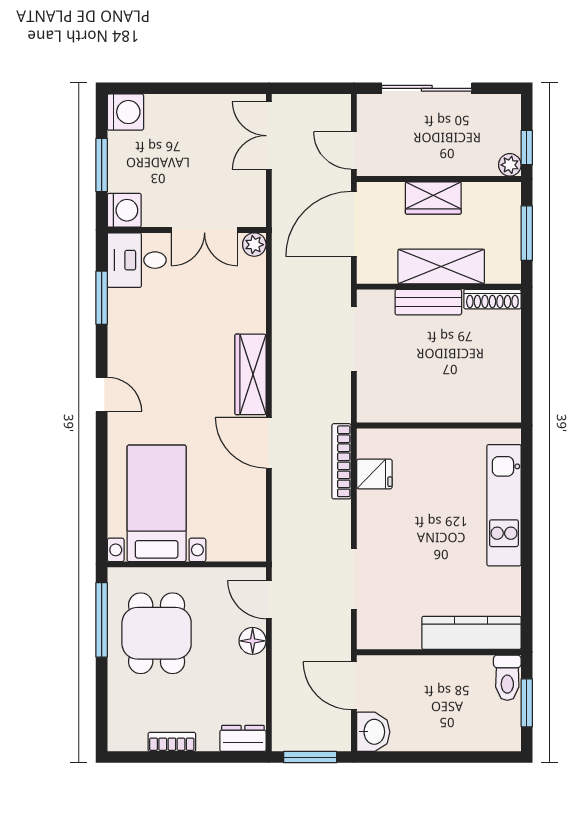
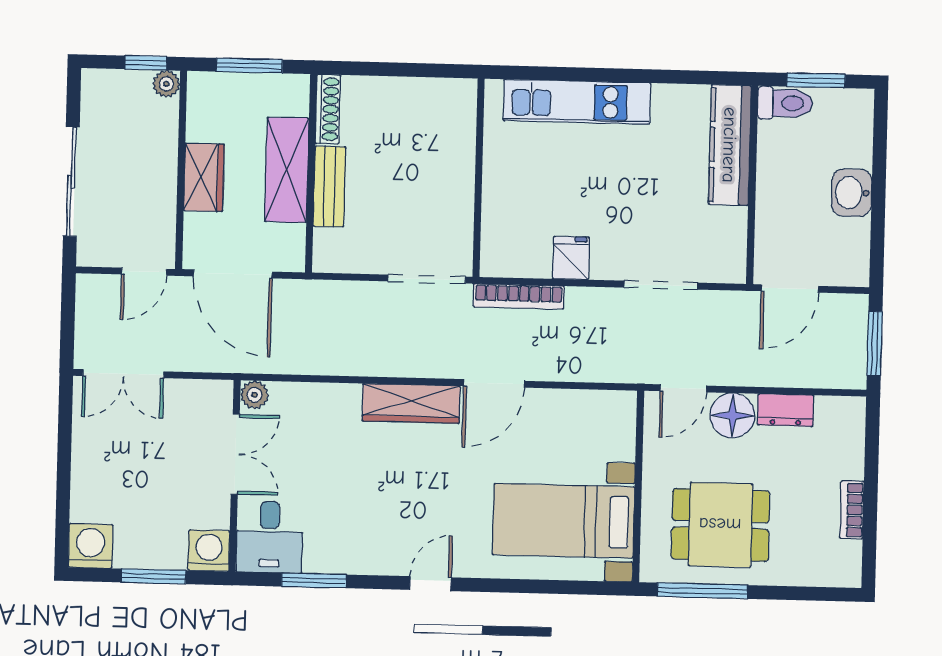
doorway: (354, 339) -> (427, 279), moved
fridge: (374, 474) -> (571, 258), moved
floor lamp: (253, 641) -> (732, 415), width x1.38, depth x1.38
washbasin: (373, 732) -> (852, 193), moved, turned -90
dresser: (243, 738) -> (786, 410), moved, turned -90

